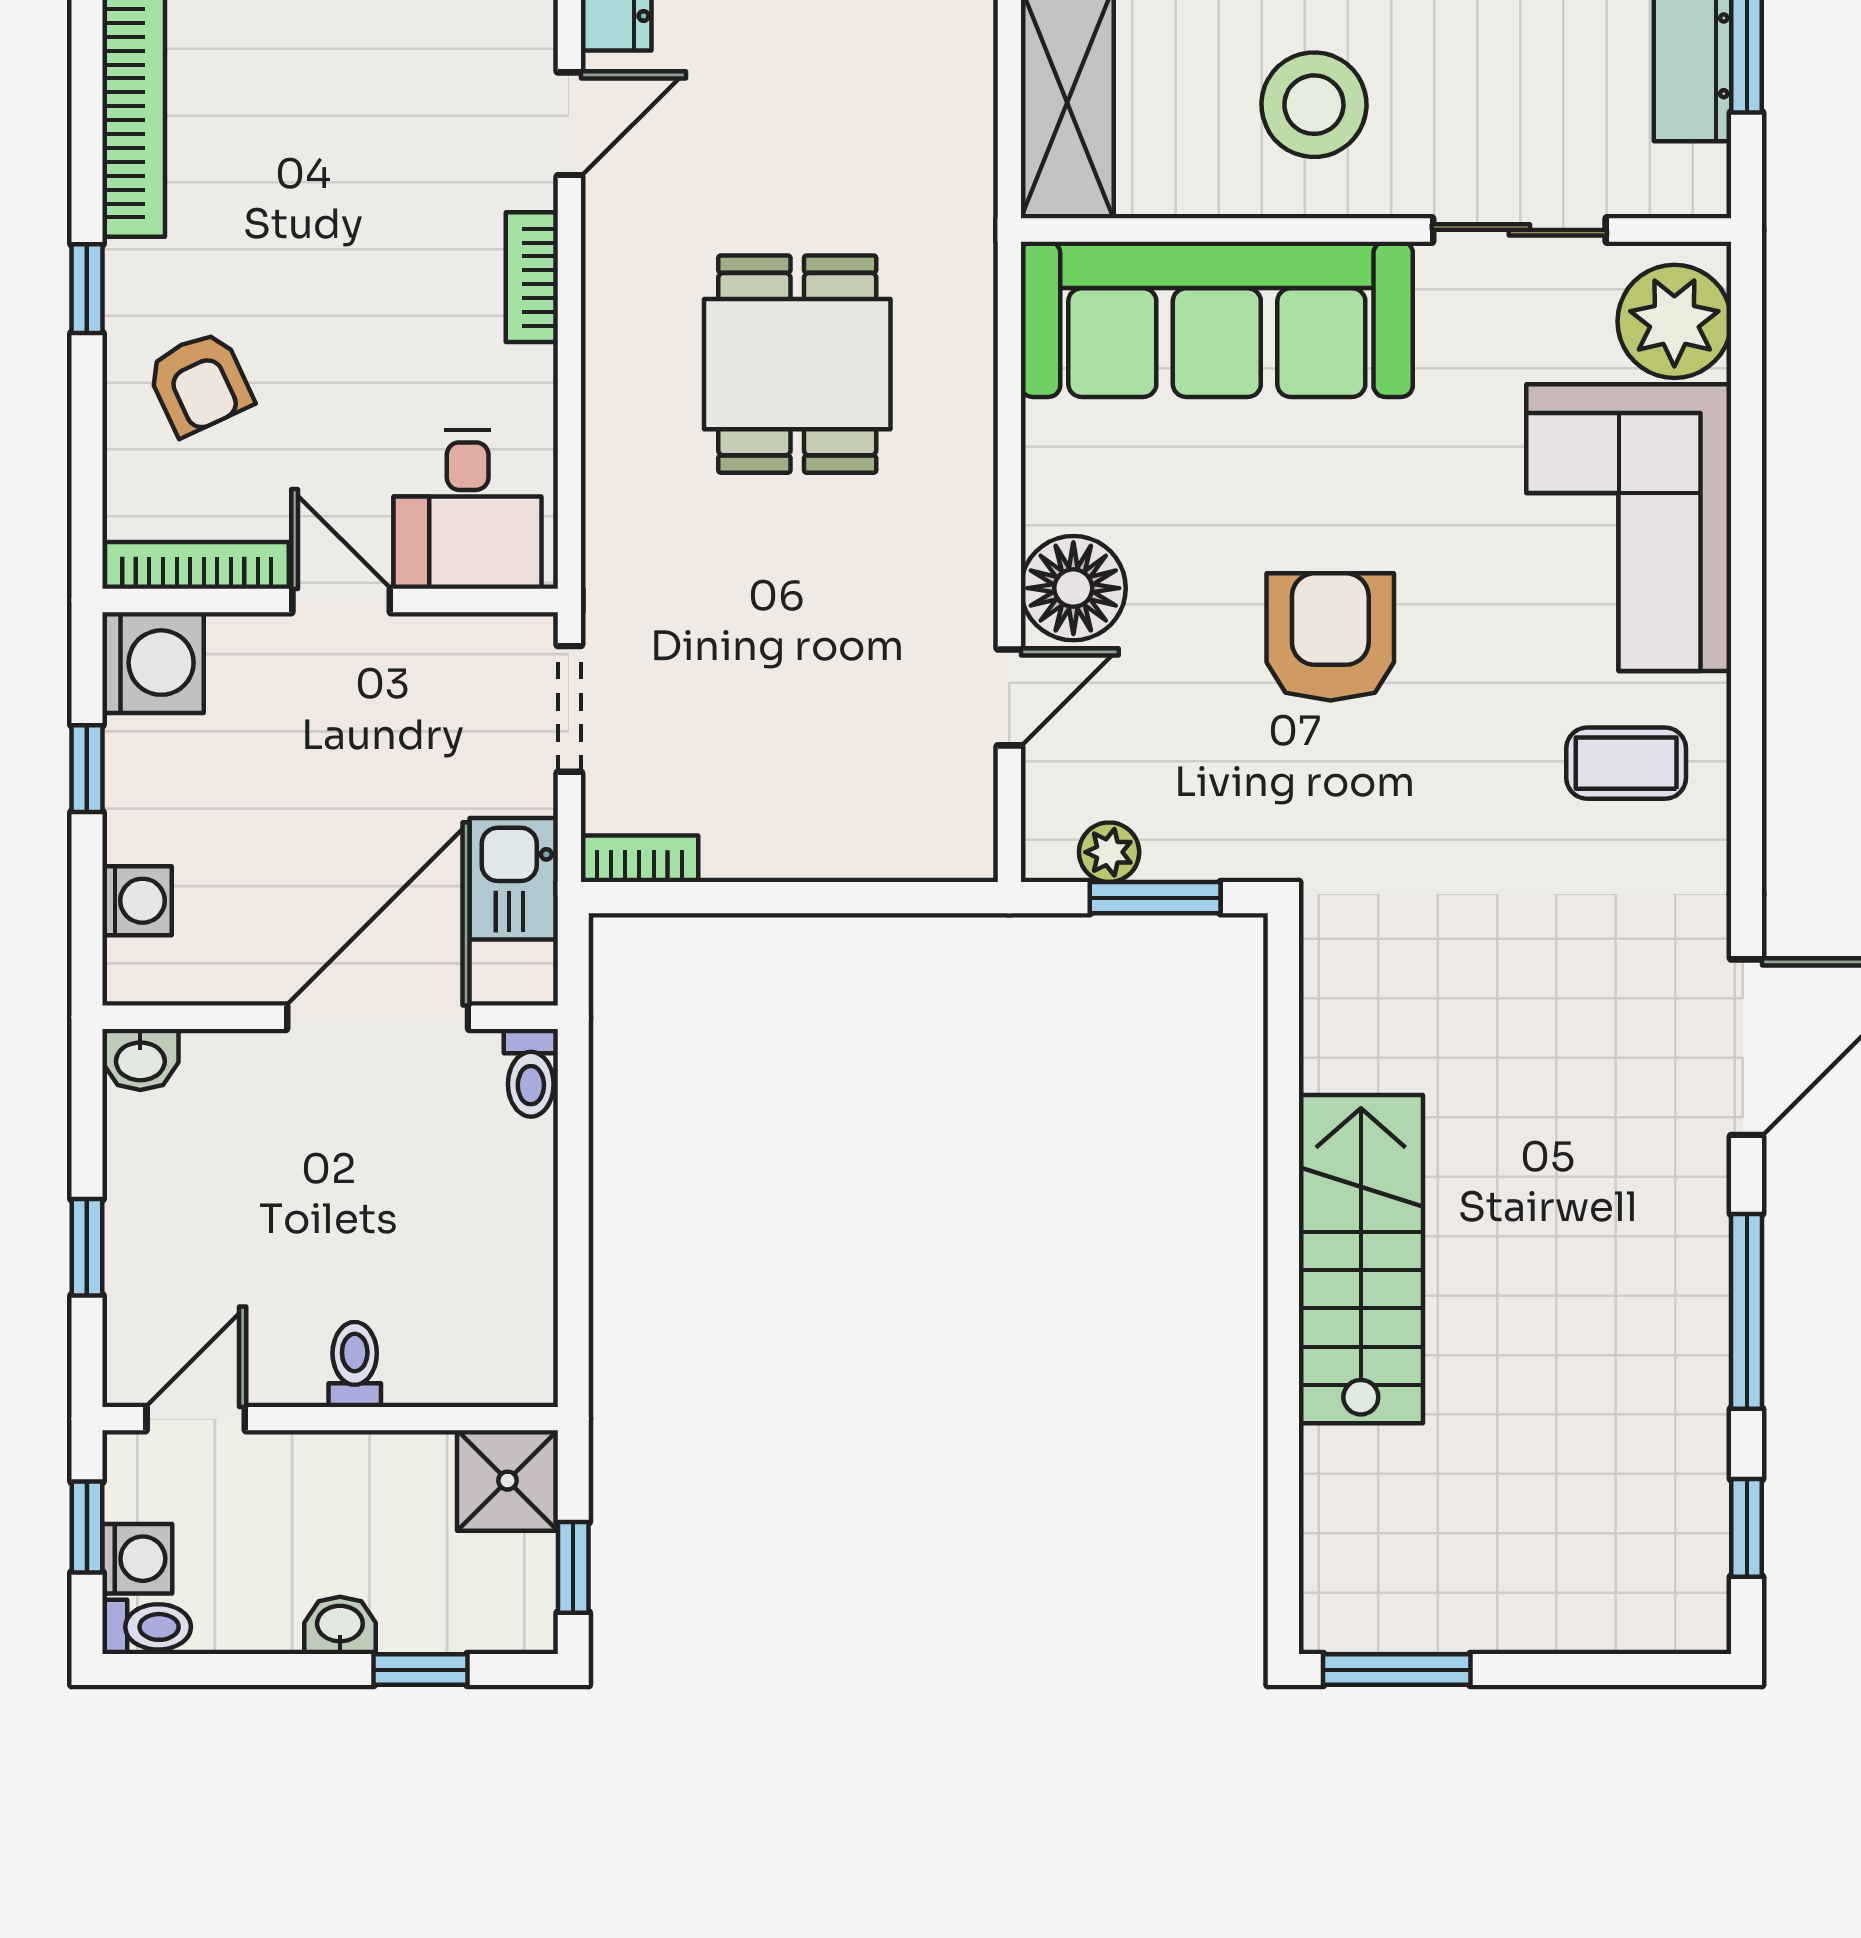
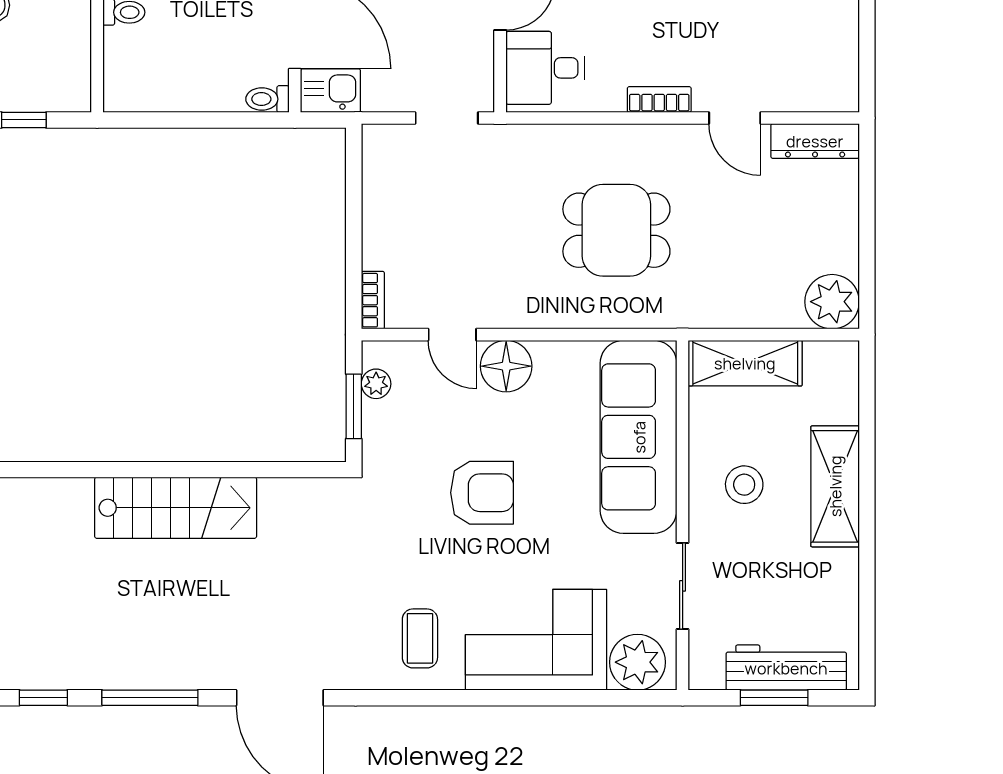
stool: (1314, 105) -> (744, 485), width x0.73, depth x0.73
bookcase: (639, 859) -> (373, 300), moved
kitchen sink: (514, 879) -> (330, 91), moved
shower: (507, 1481) -> (67, 88), removed

